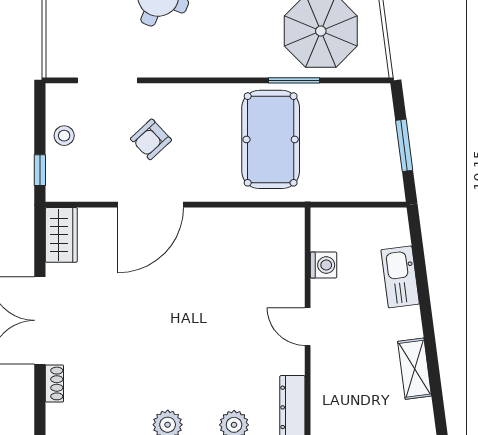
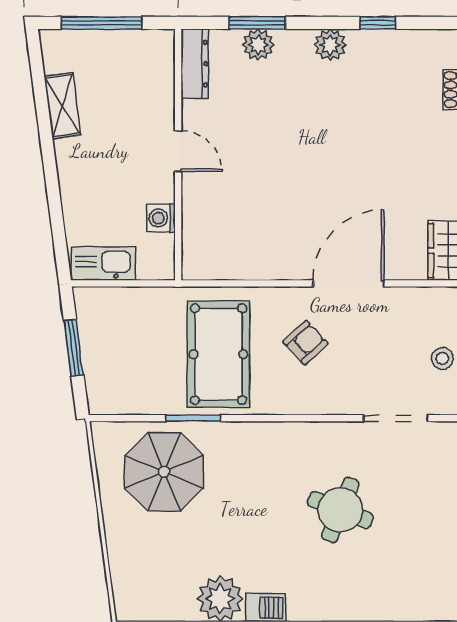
armchair: (151, 139) -> (305, 343), moved
kitchen sink: (400, 277) -> (103, 264), moved, turned -83

